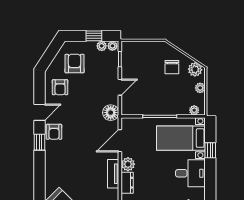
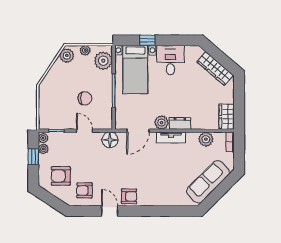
chair: (172, 67) -> (85, 98), moved
armchair: (60, 87) -> (85, 190), turned 180
plant: (194, 110) -> (103, 61), width x1.88, depth x1.88
door: (120, 141) -> (138, 131), hinge flipped
window: (39, 142) -> (139, 211), removed

